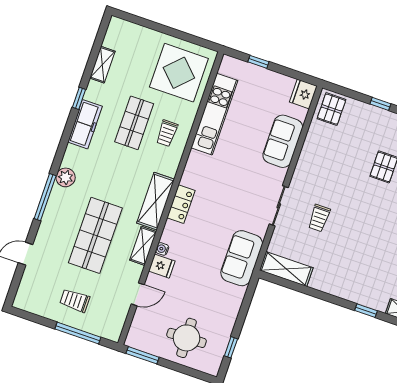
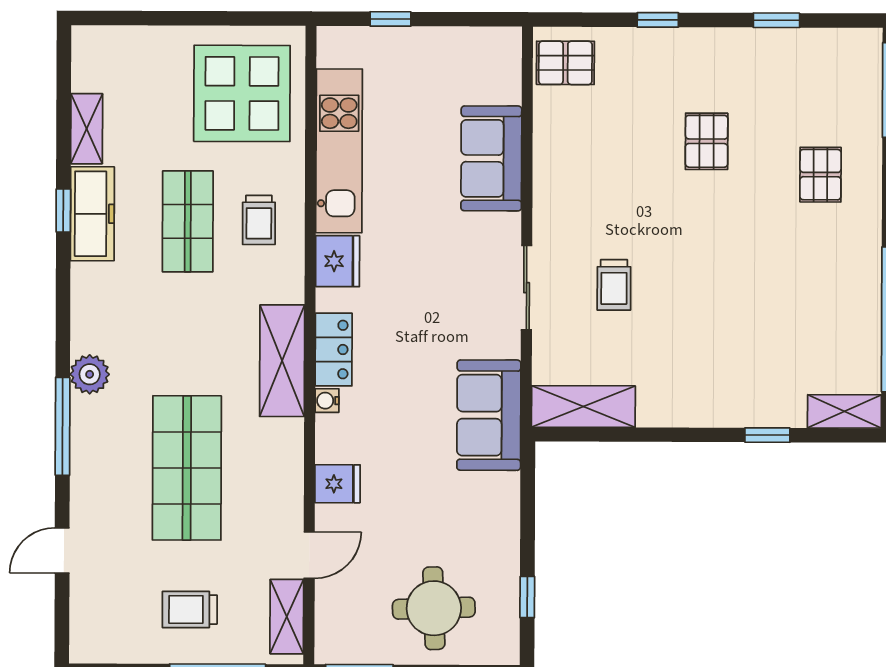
fridge: (303, 94) -> (338, 261), moved, turned 180
pallet: (332, 109) -> (565, 63), turned 90
freezer: (85, 124) -> (92, 214), moved
shelving: (143, 246) -> (287, 617), moved
water cooler: (162, 249) -> (327, 401), moved

